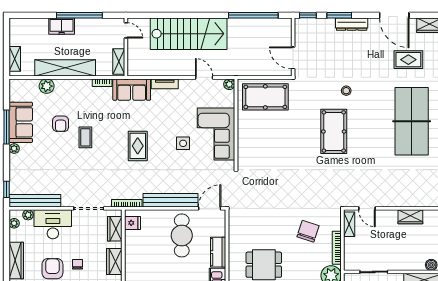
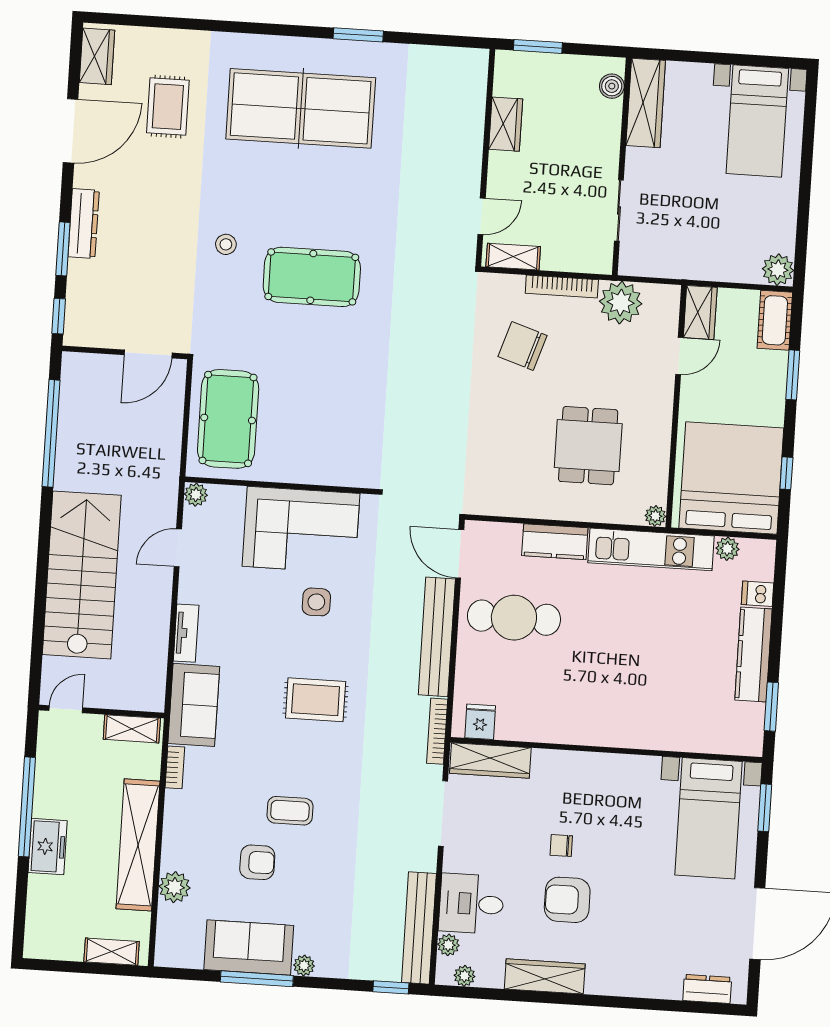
desk: (53, 224) -> (471, 904), width x0.73
wardrobe: (115, 229) -> (490, 760), width x1.50
wardrobe: (114, 261) -> (560, 766), removed

